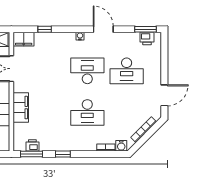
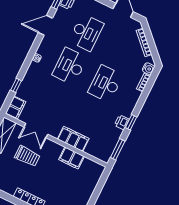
door: (103, 29) -> (45, 25), moved
desk: (87, 112) -> (105, 84), turned 180
printer: (32, 145) -> (122, 122), moved

